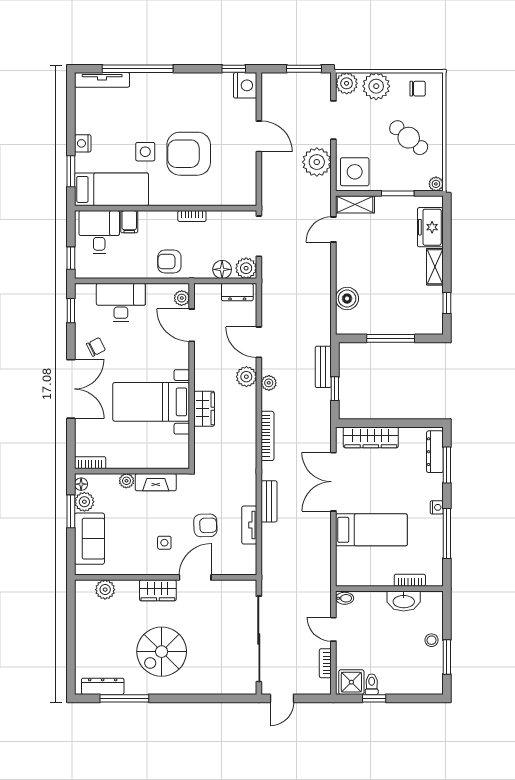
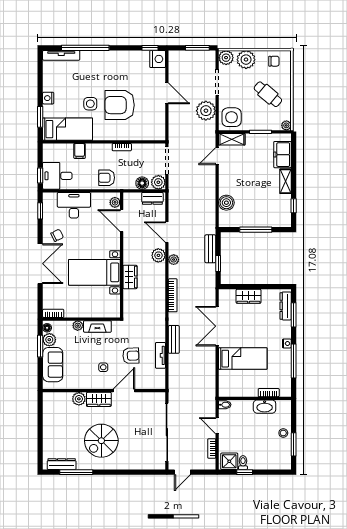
desk: (99, 232) -> (57, 176), moved, turned -90
wardrobe: (371, 437) -> (249, 296), width x0.67
plant: (105, 590) -> (79, 399), moved

